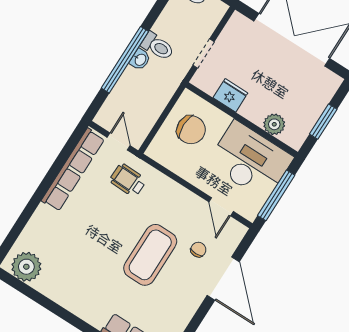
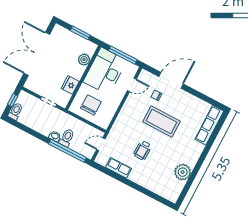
toilet: (158, 46) -> (67, 138), moved
window: (125, 60) -> (68, 151), moved
row of seats: (73, 170) -> (118, 168), width x0.50
wheelchair: (128, 180) -> (143, 150), moved
plant: (26, 267) -> (183, 172), moved

